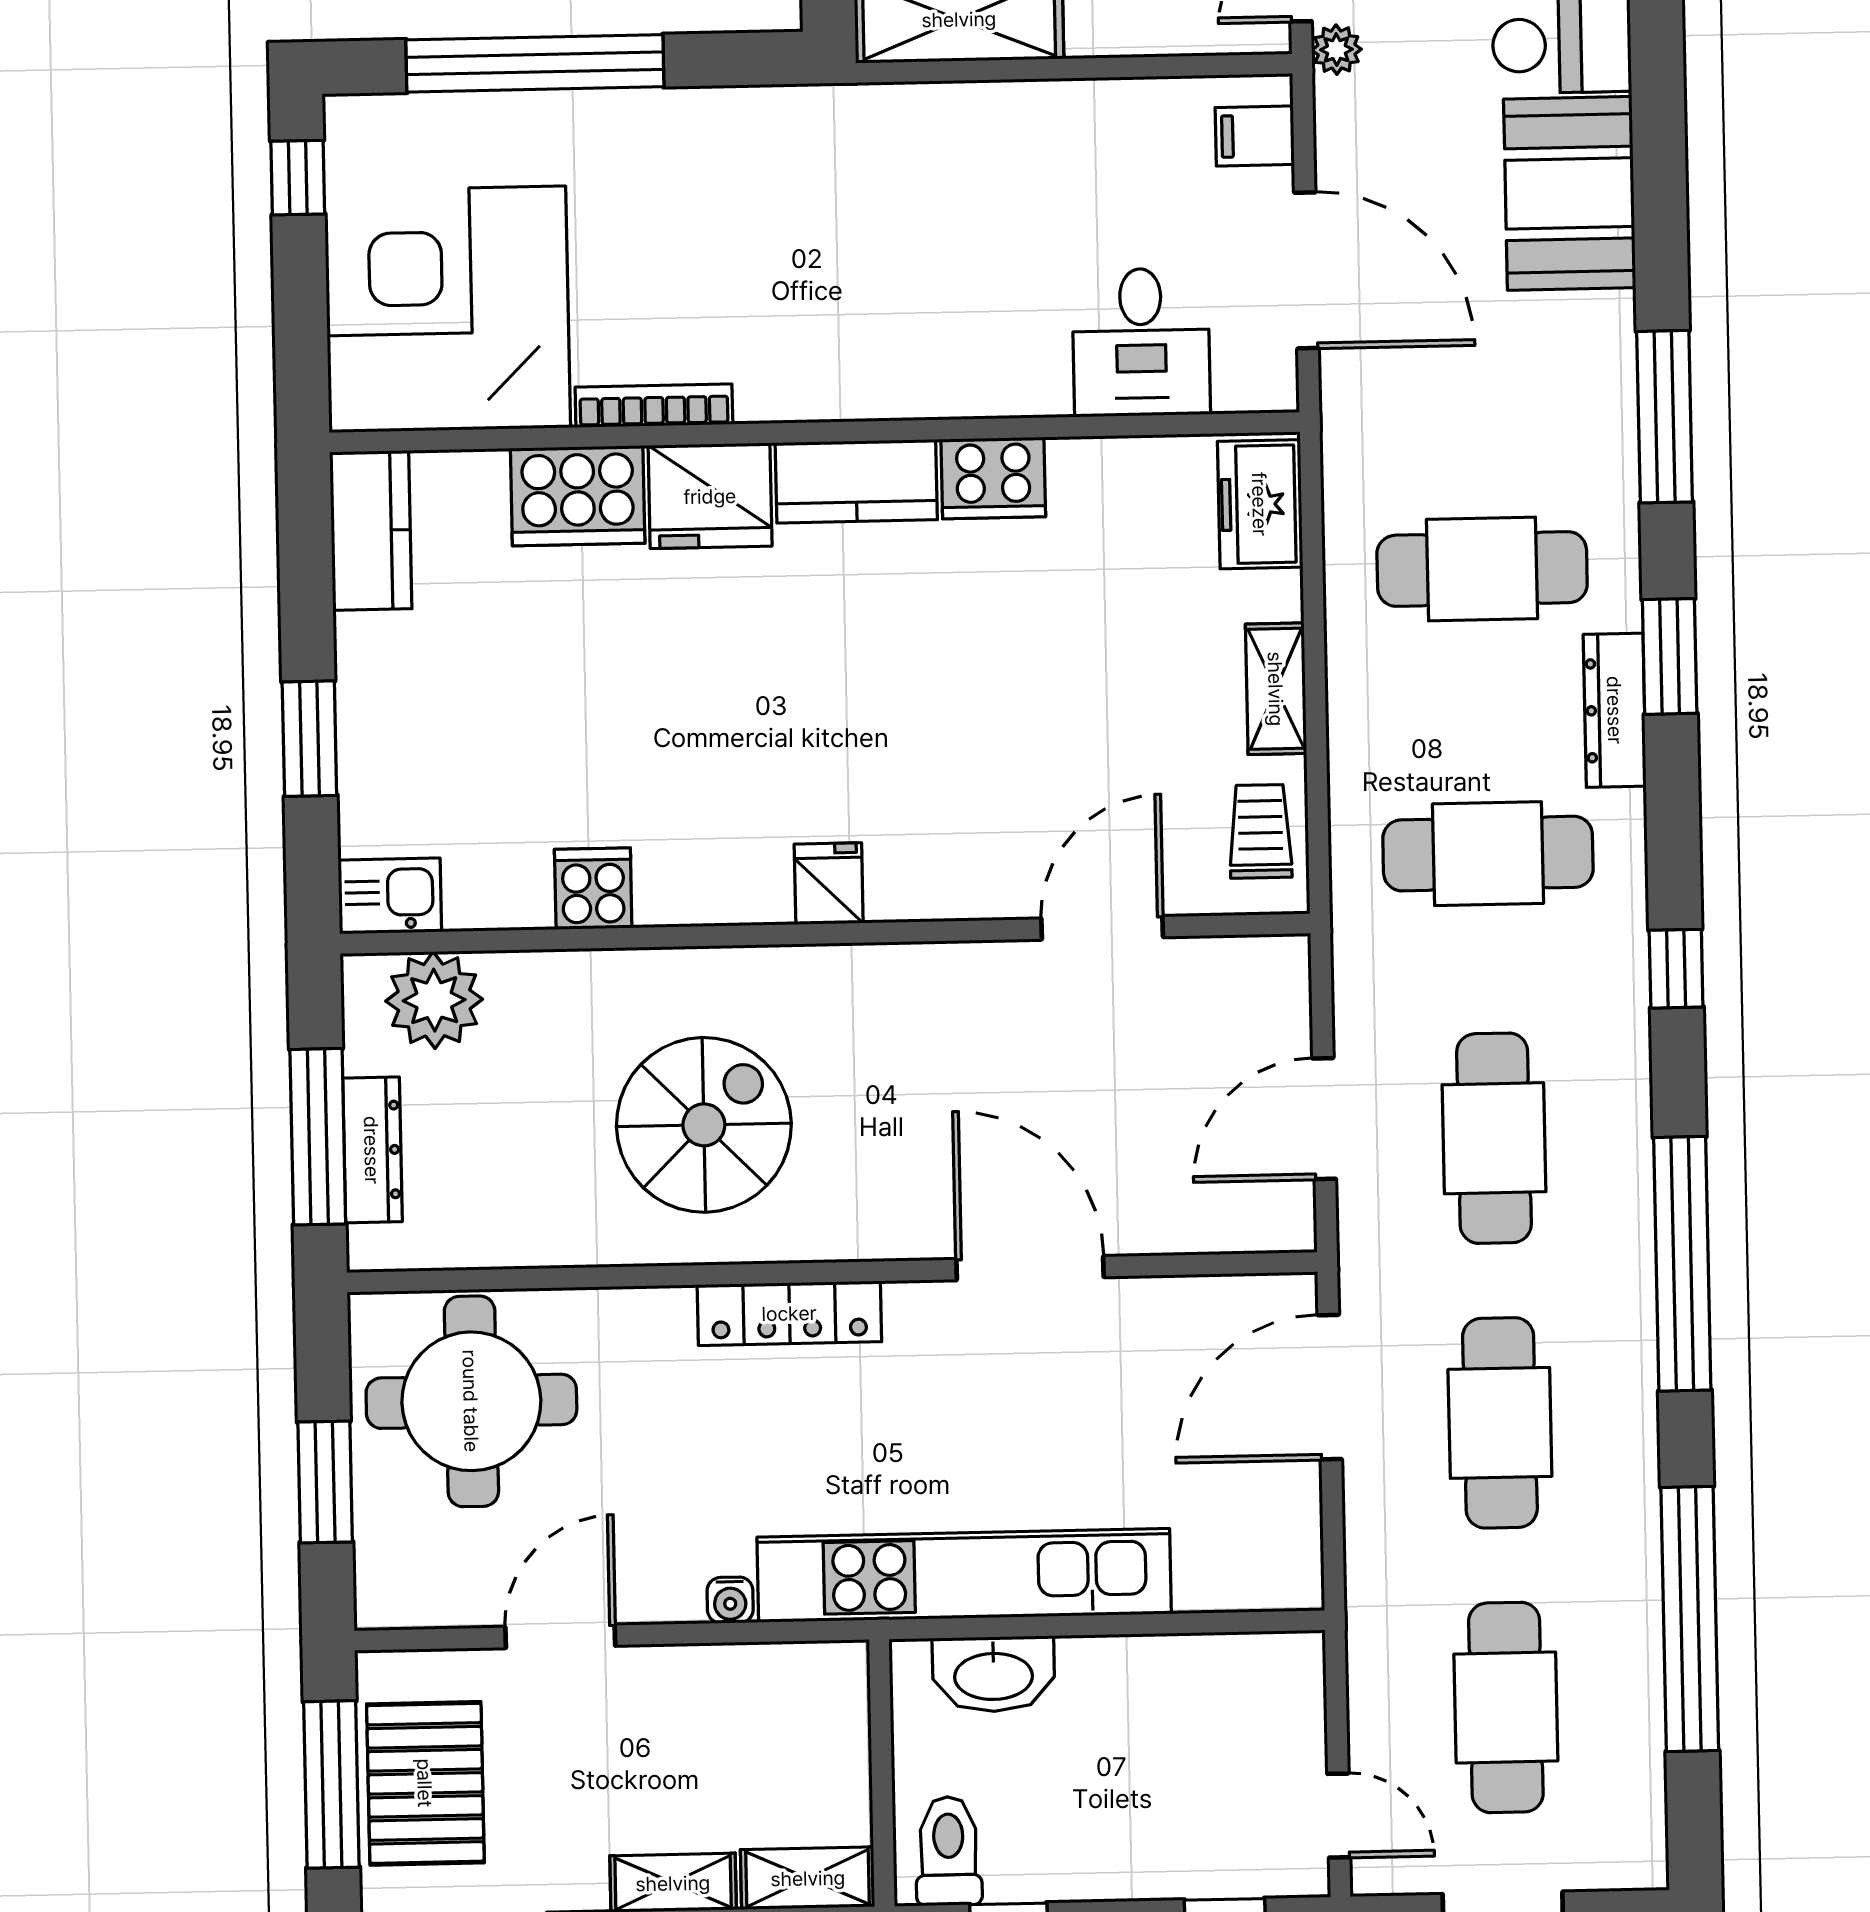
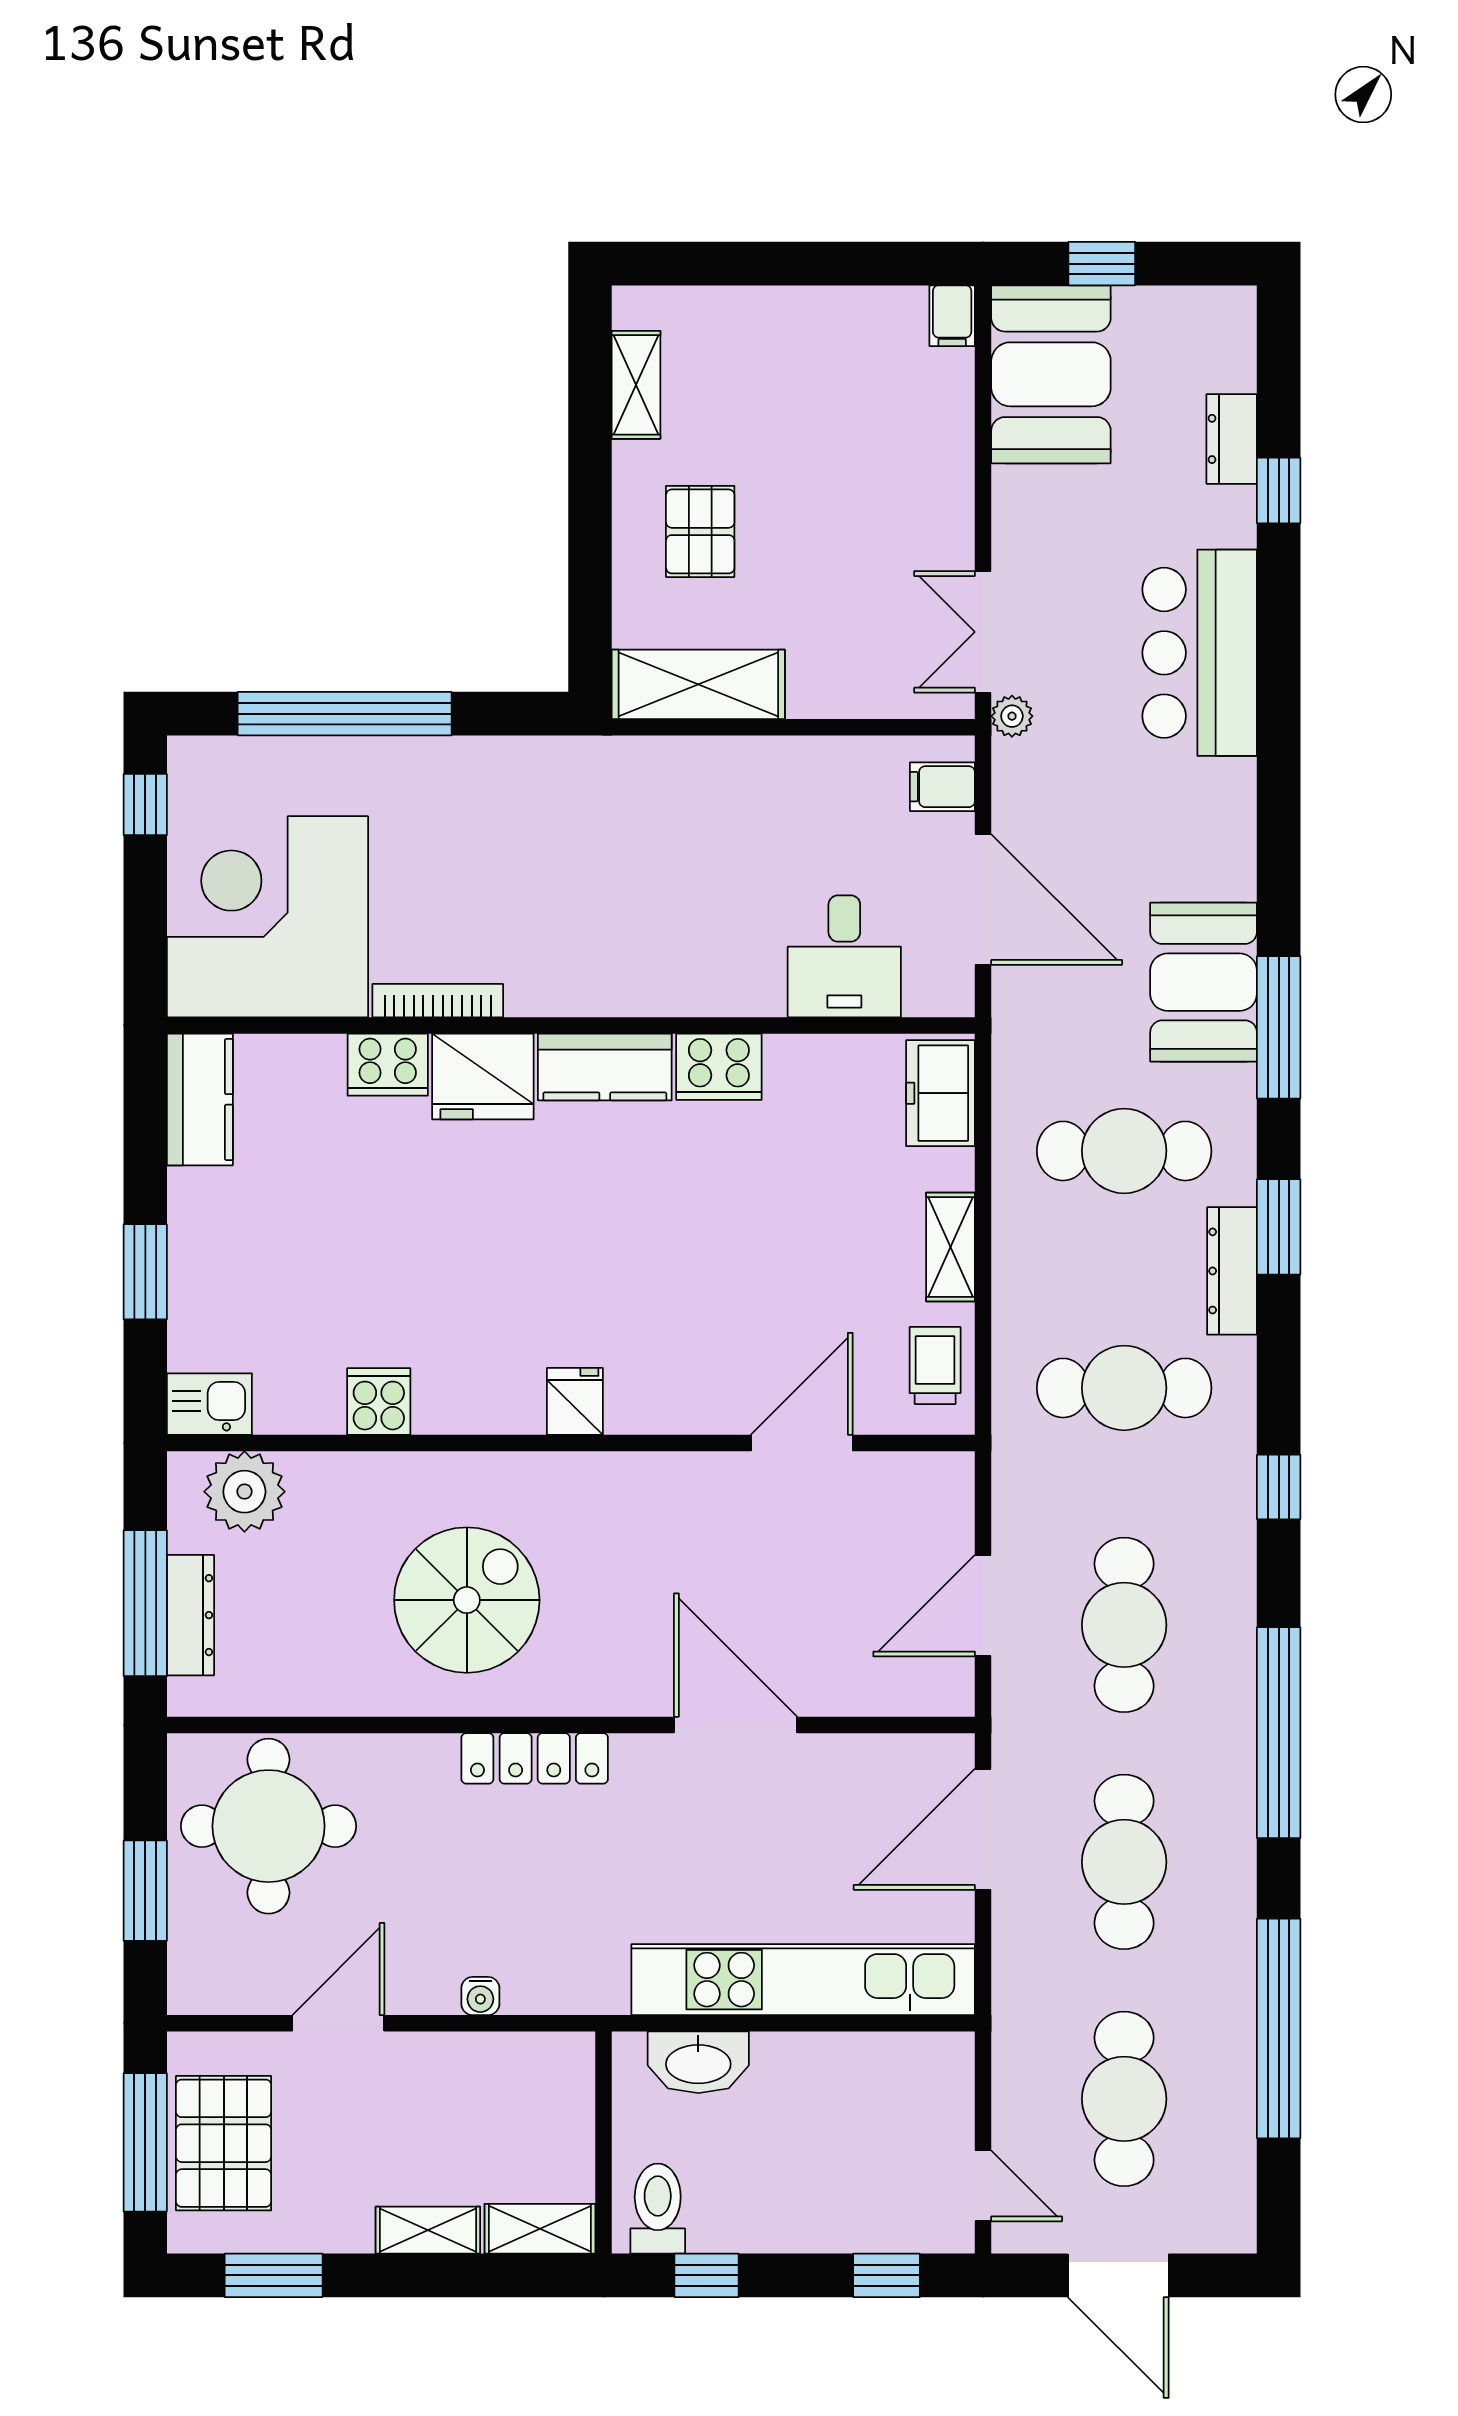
booth: (1570, 193) -> (1204, 982), moved
cooker: (578, 496) -> (388, 1065), width x0.73, depth x0.76
kitchen unit: (964, 1575) -> (803, 1980), moved

